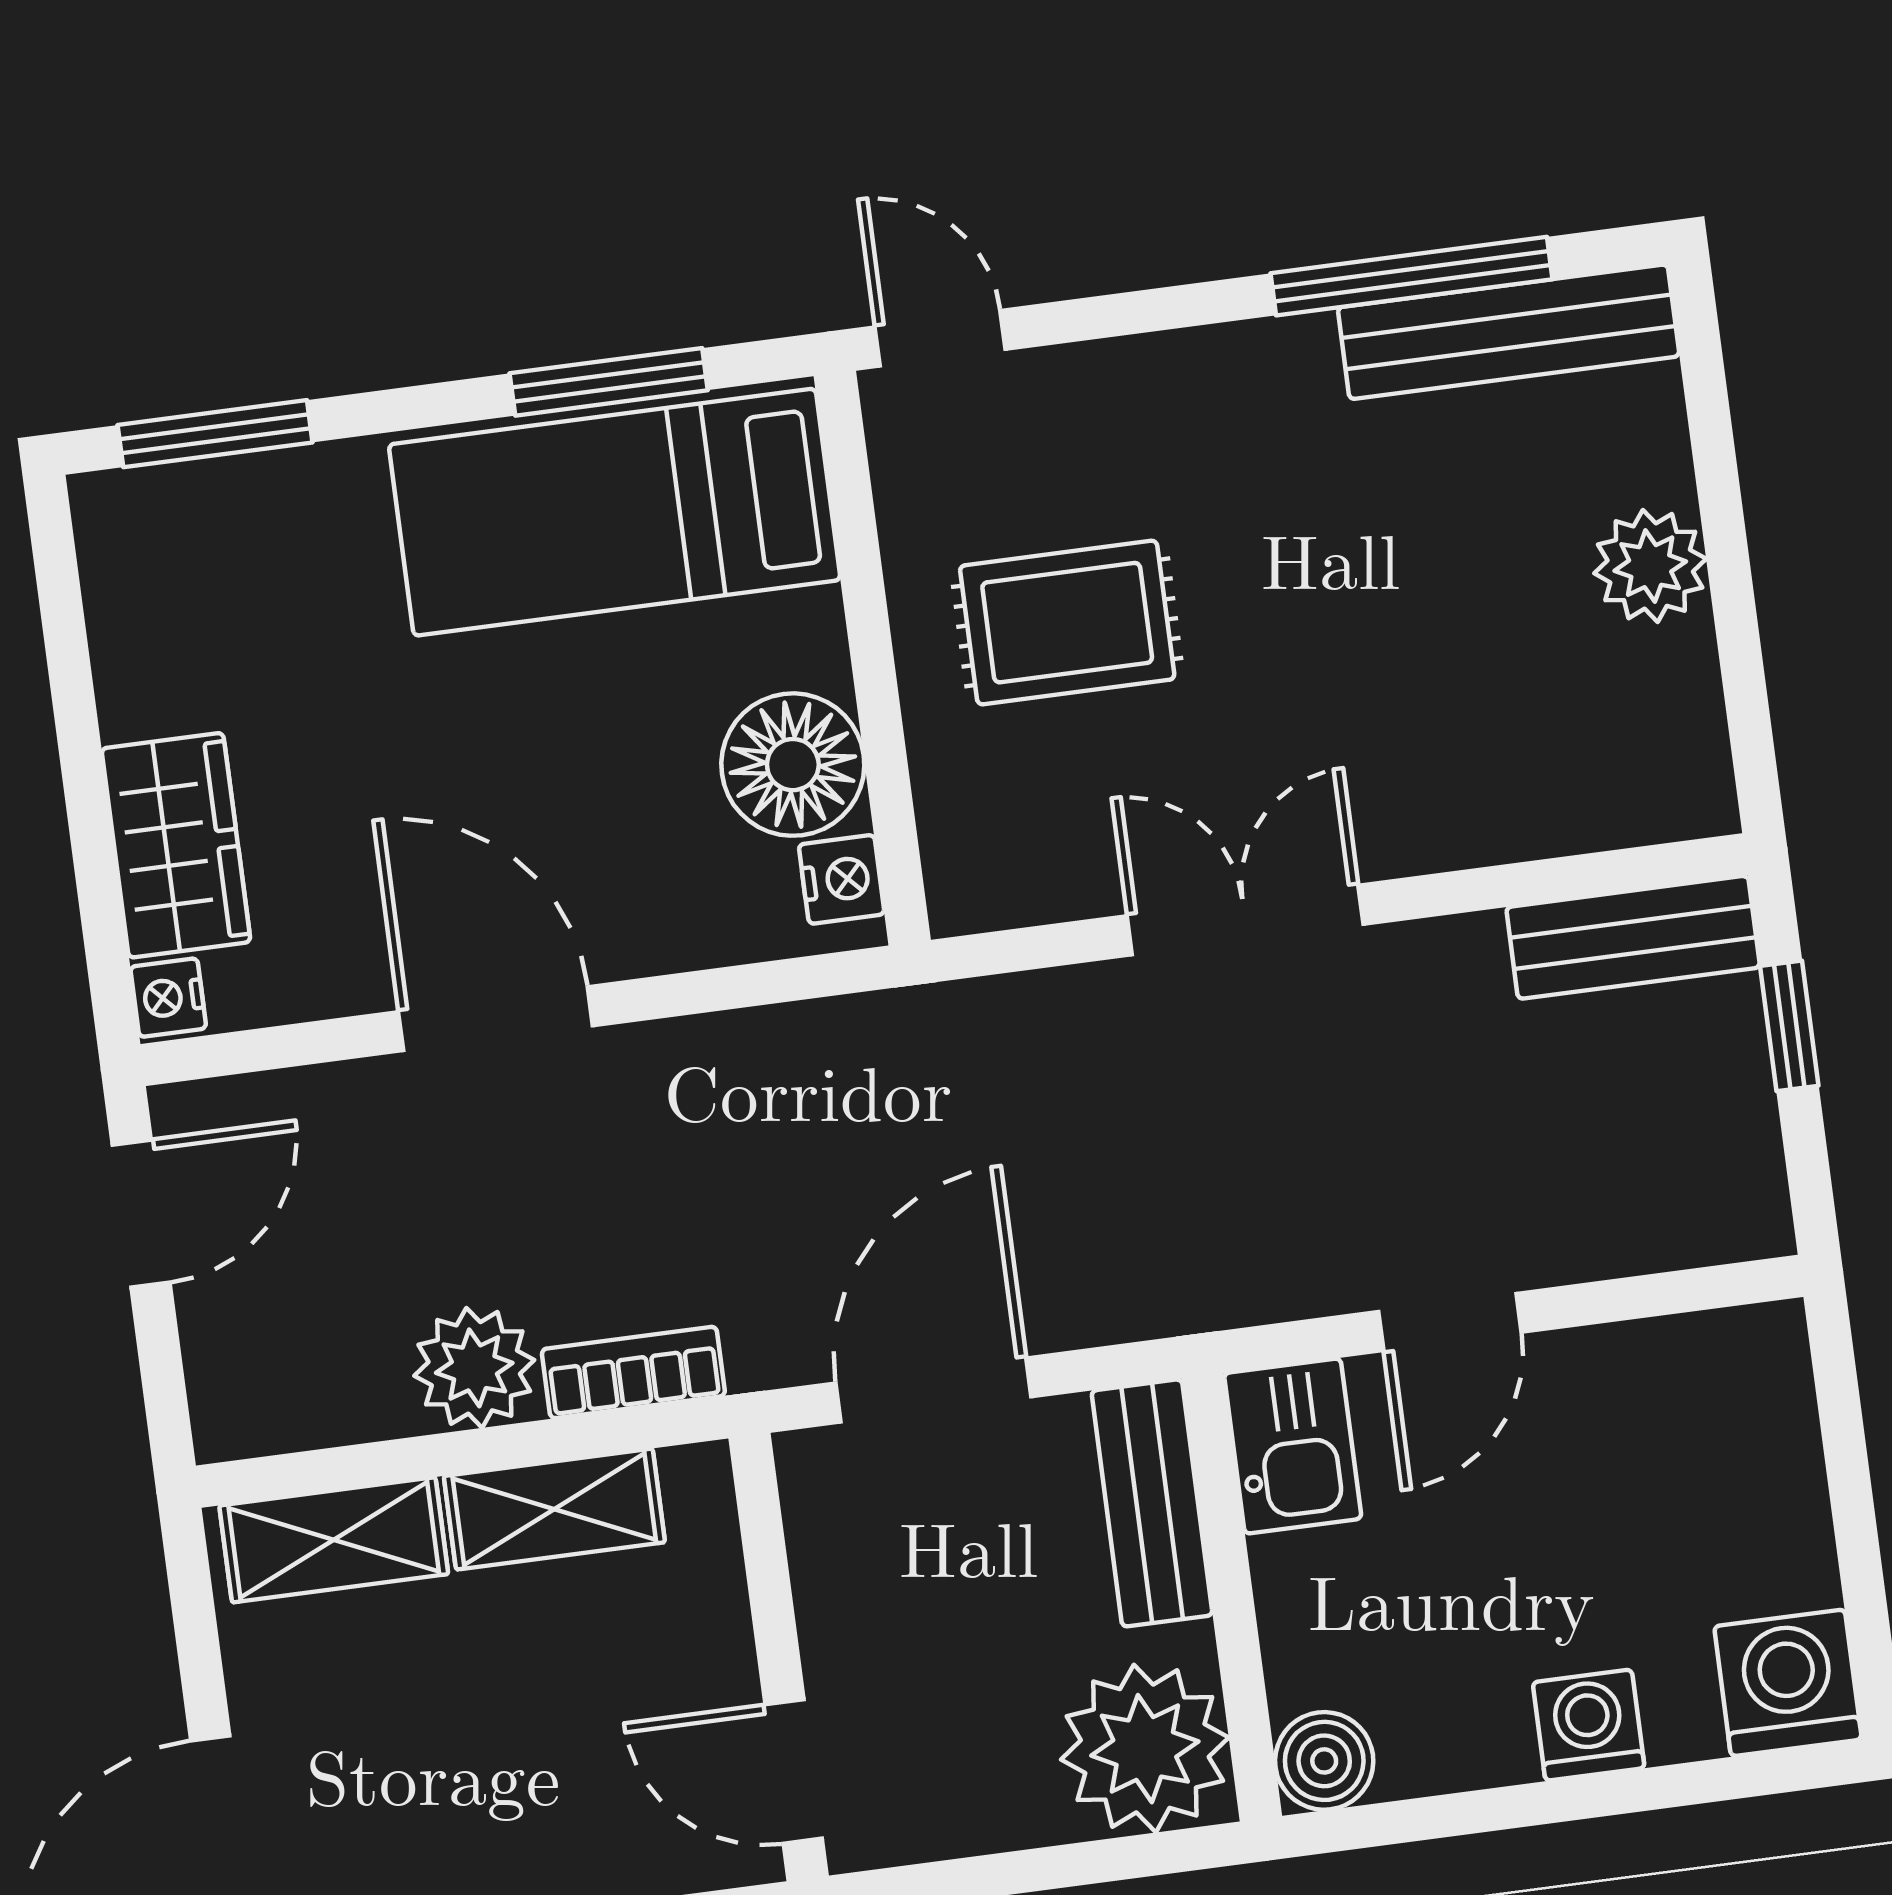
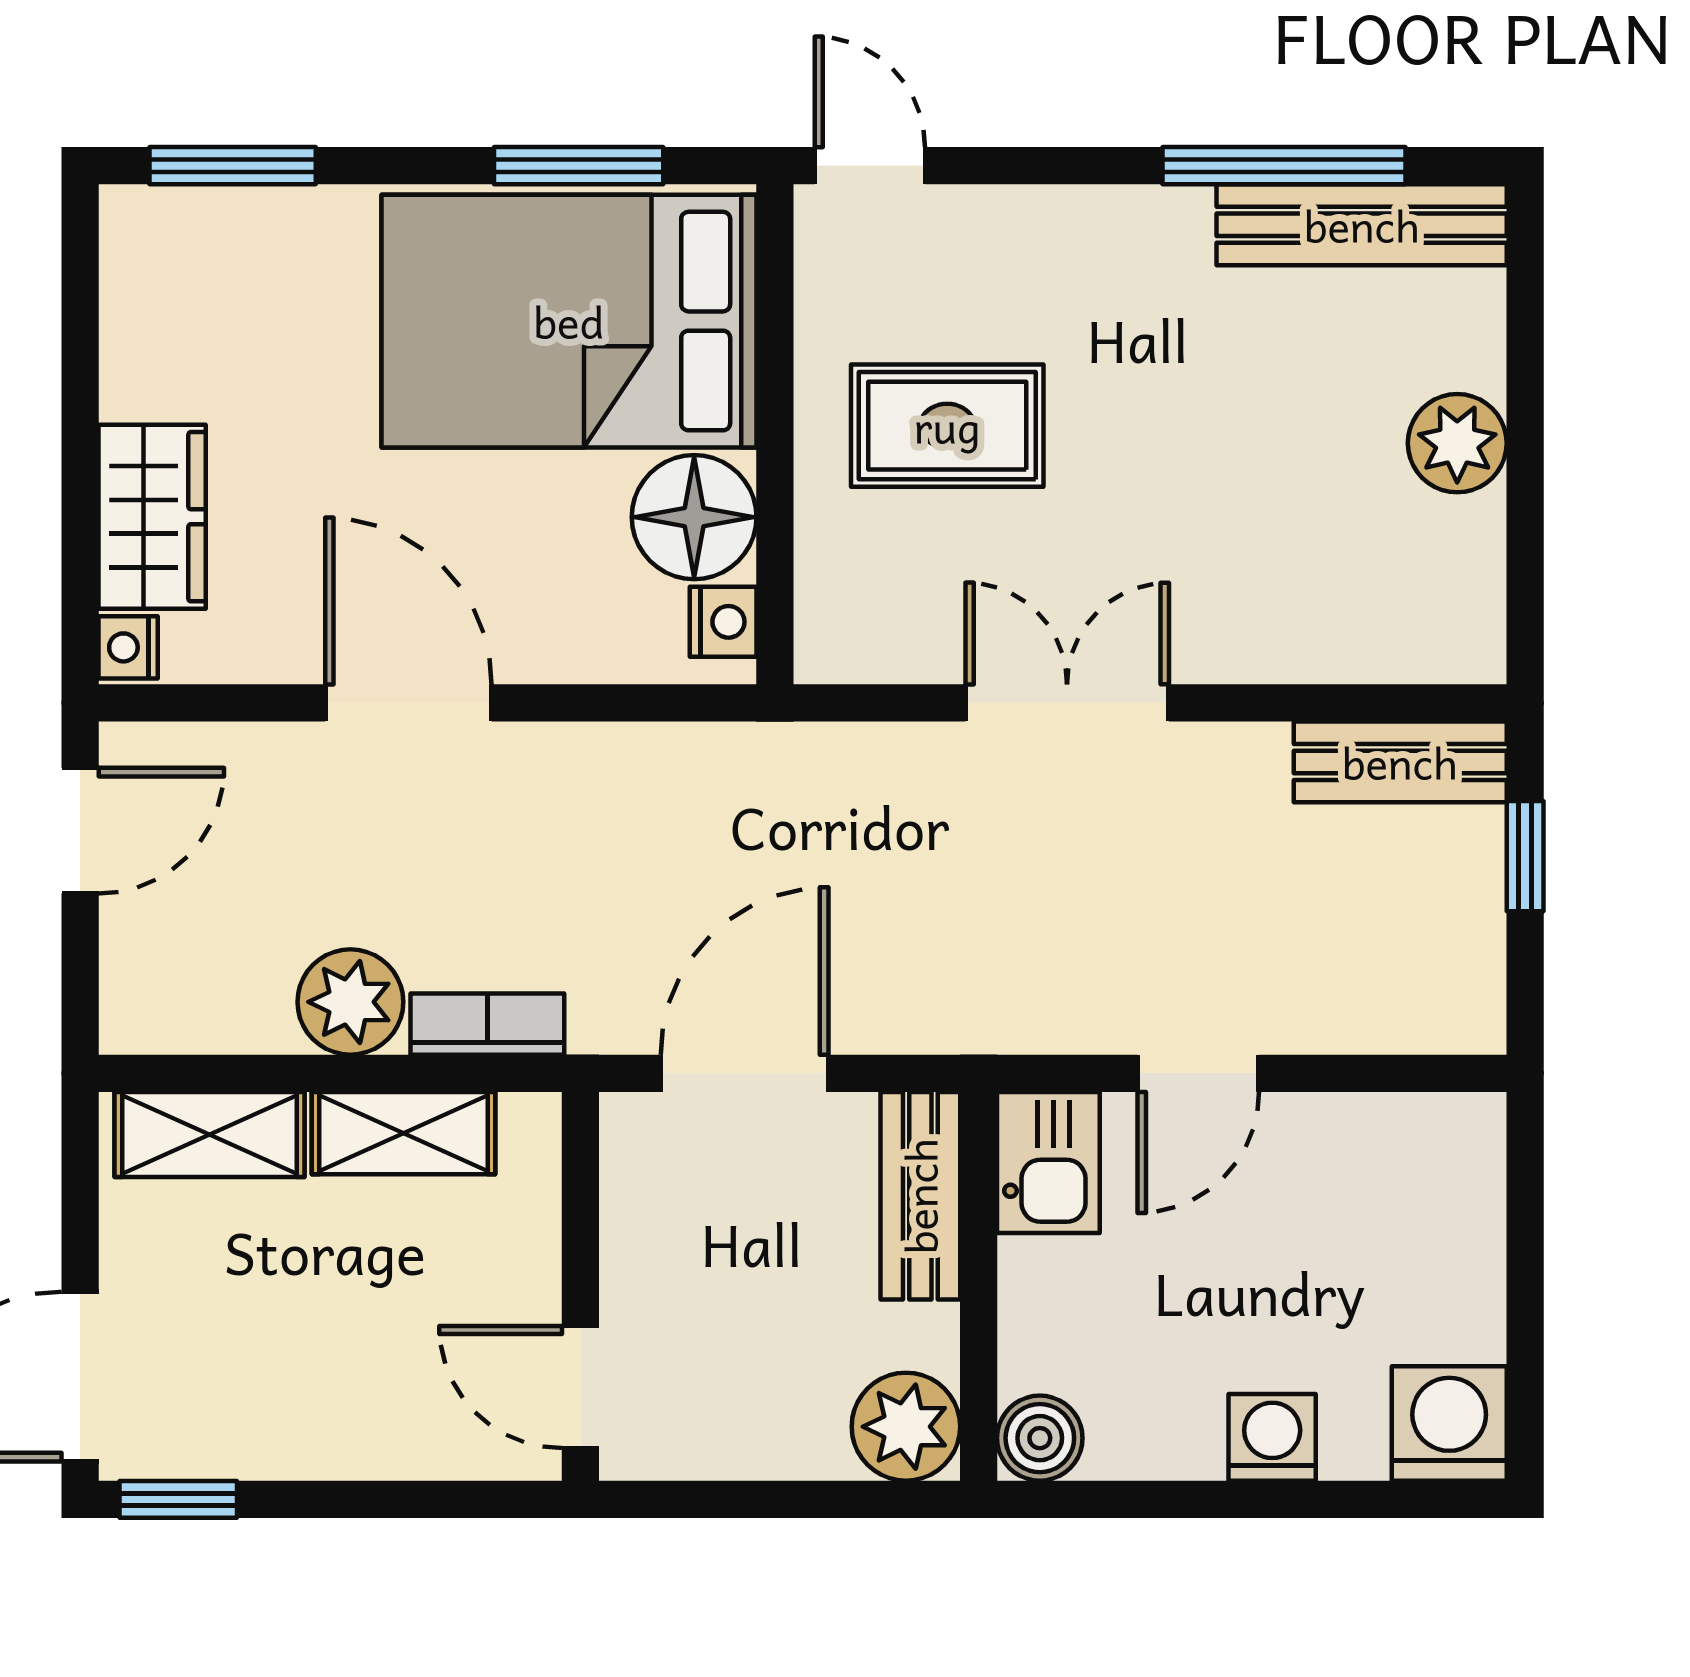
bed: (615, 512) -> (569, 321), width x1.50
plant: (1145, 1749) -> (906, 1427), width x0.73, depth x0.73

